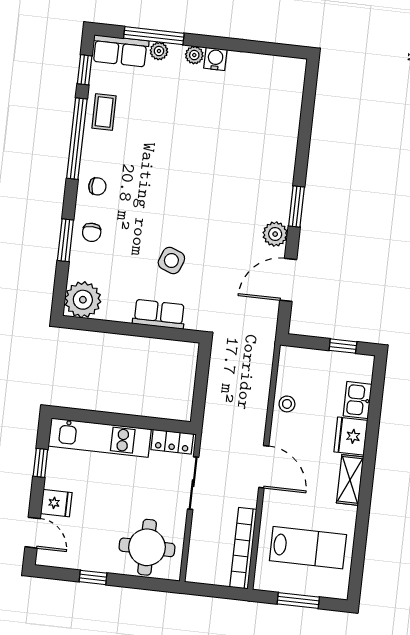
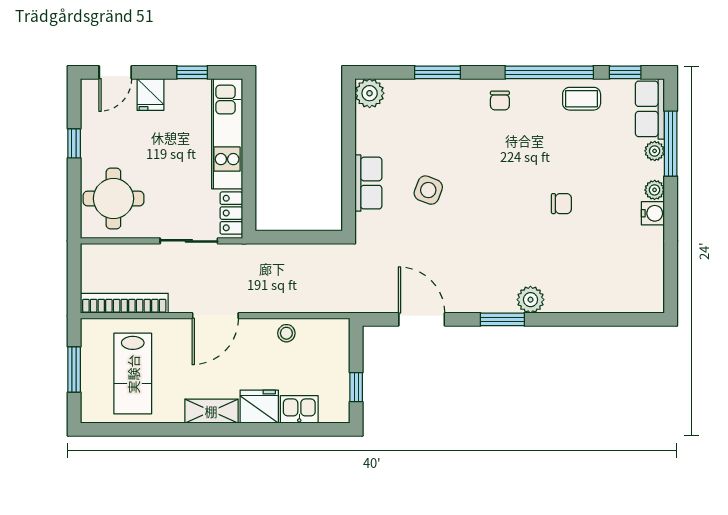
chair: (92, 232) -> (561, 204), moved, turned 180
plant: (275, 234) -> (530, 300), moved
plant: (83, 300) -> (370, 93), width x0.73, depth x0.73

